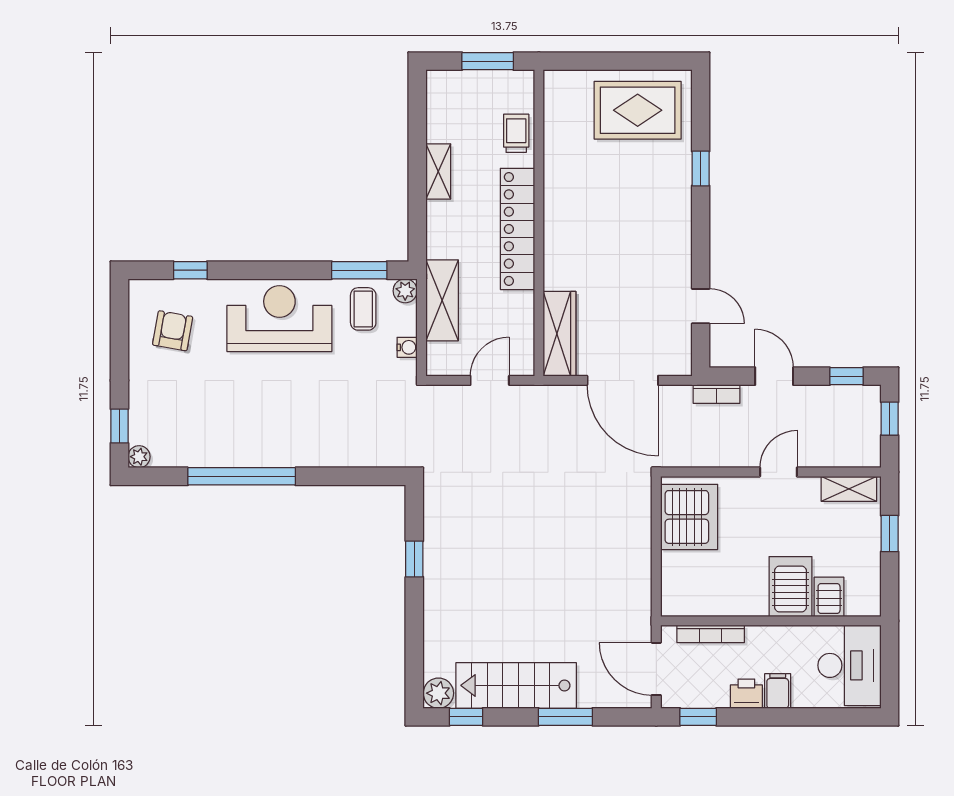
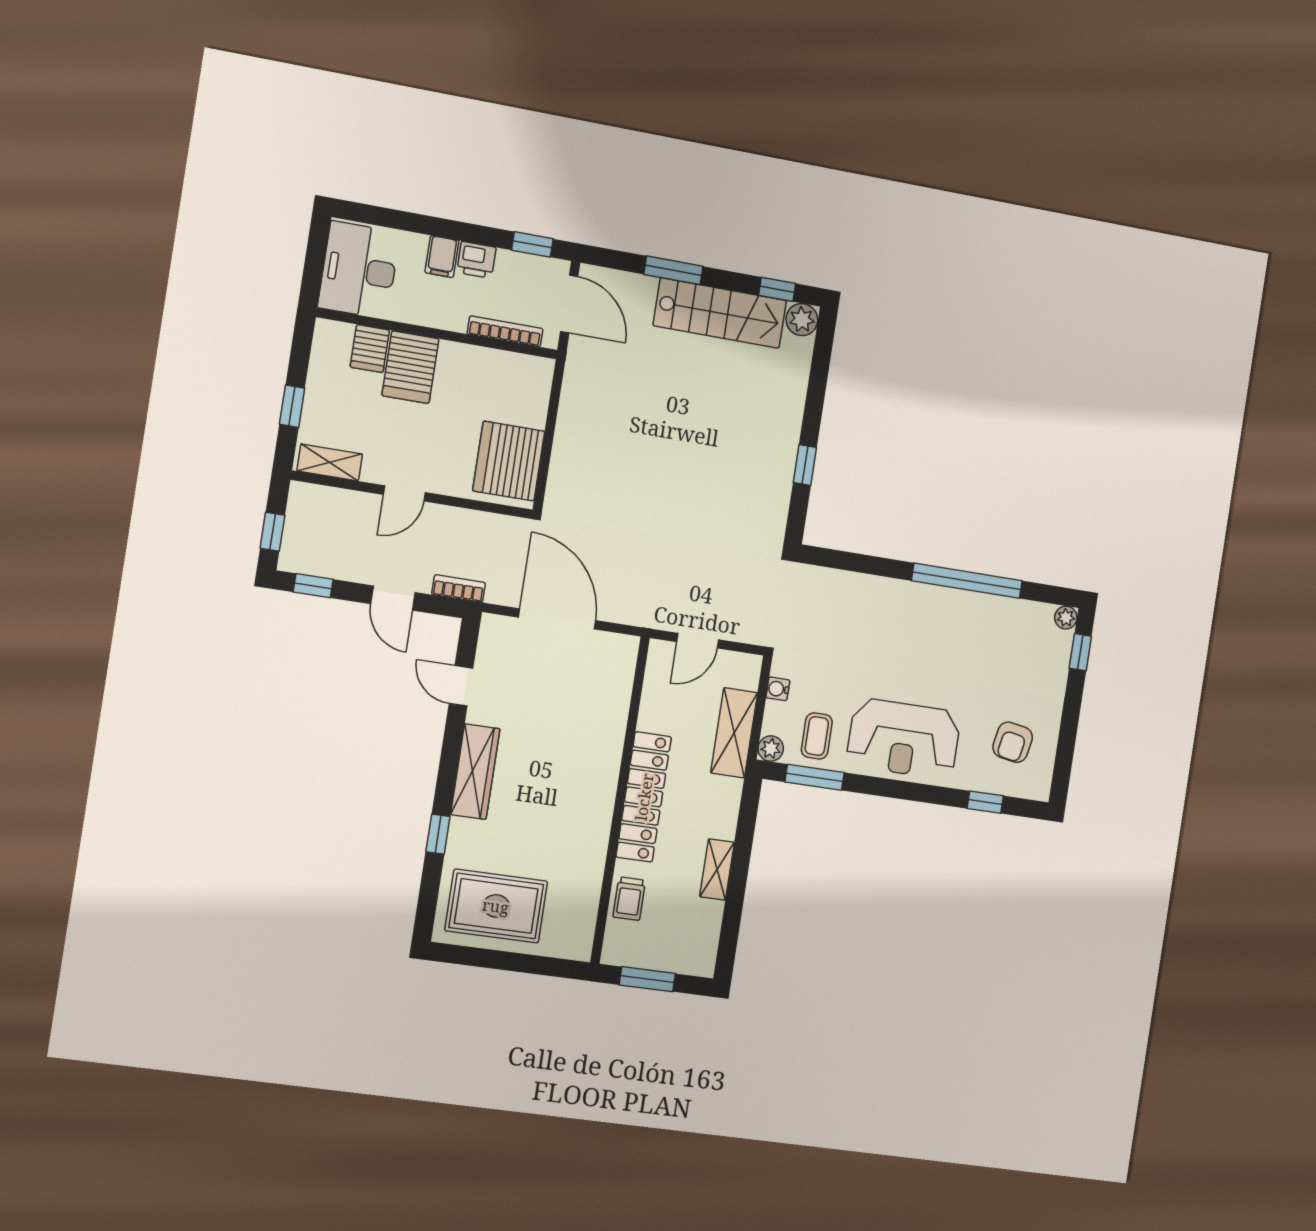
wardrobe: (560, 334) -> (475, 772), moved, turned 180

